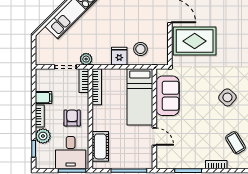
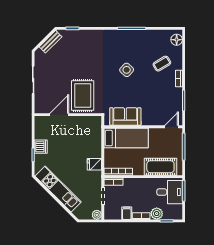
stool: (140, 49) -> (89, 138), removed
fridge: (119, 56) -> (94, 164), moved
plant: (86, 59) -> (97, 215), moved
armchair: (72, 118) -> (143, 191), removed
door: (154, 137) -> (172, 127), moved
cot: (100, 146) -> (160, 167), width x1.37, depth x1.34

